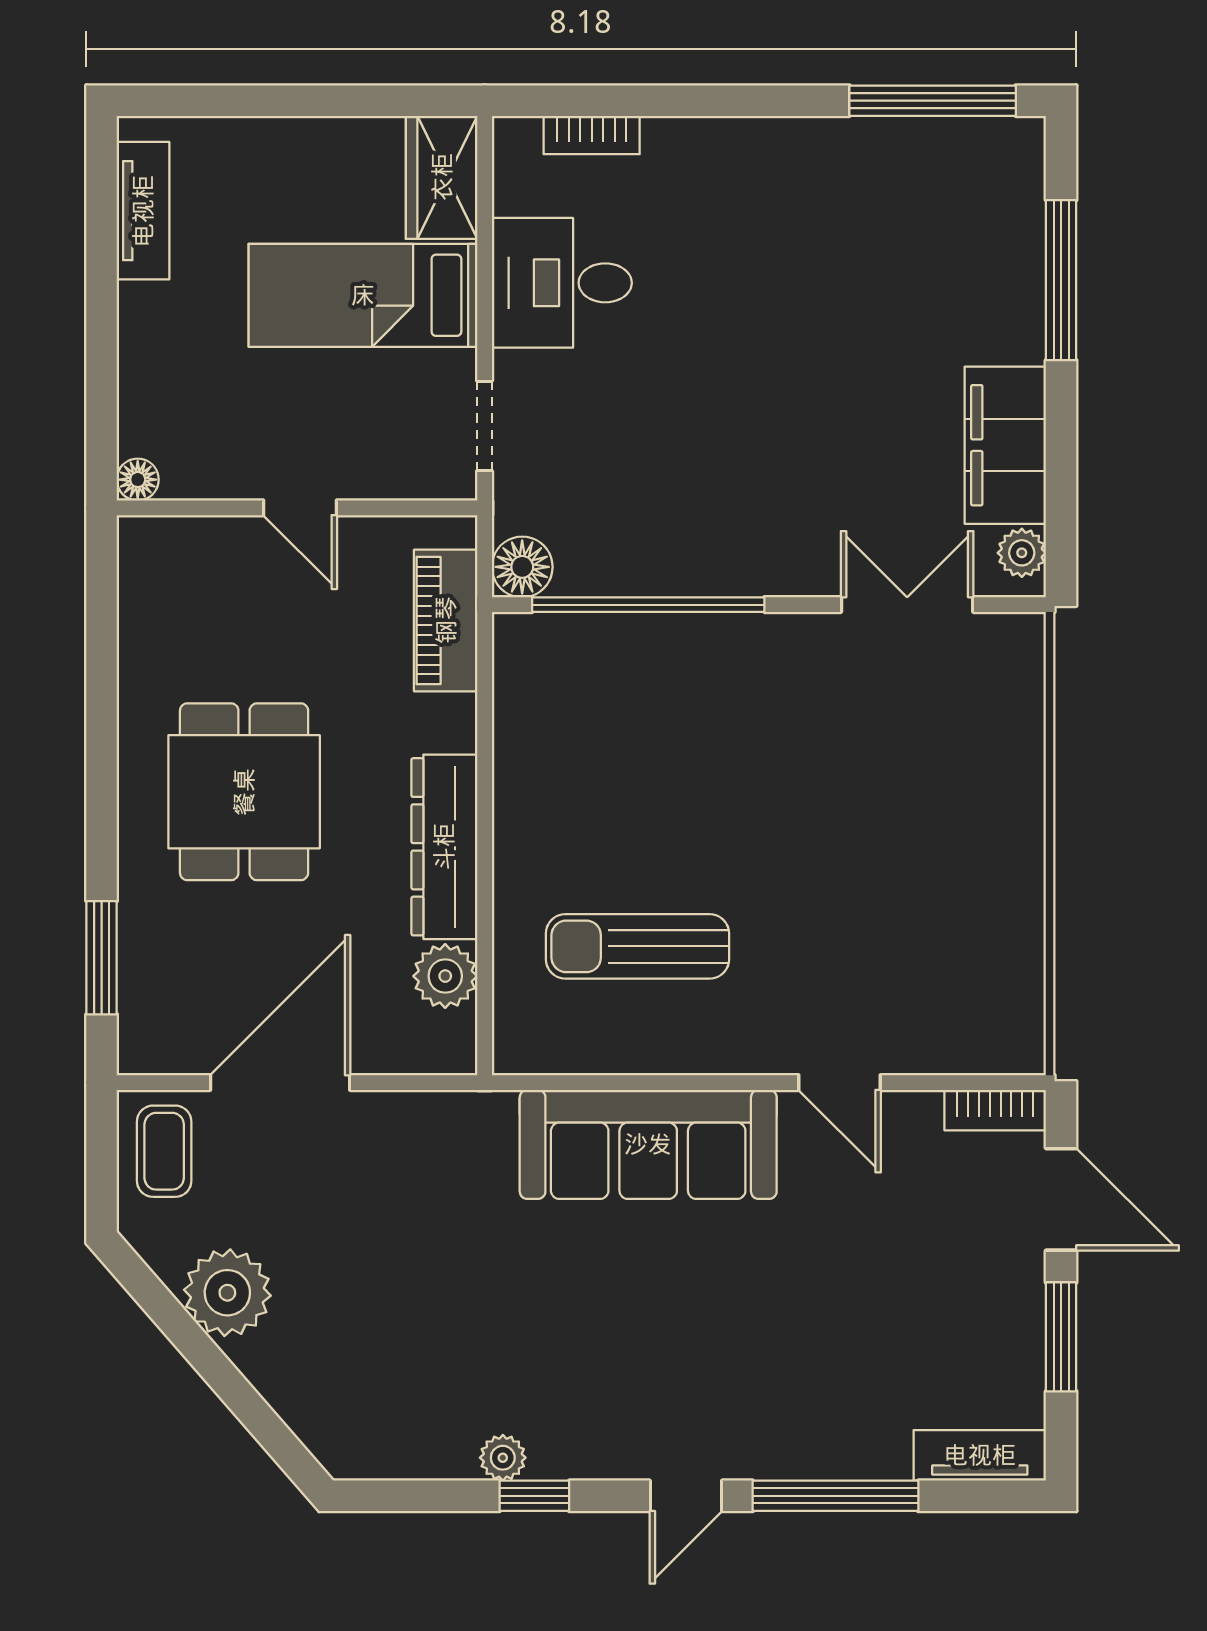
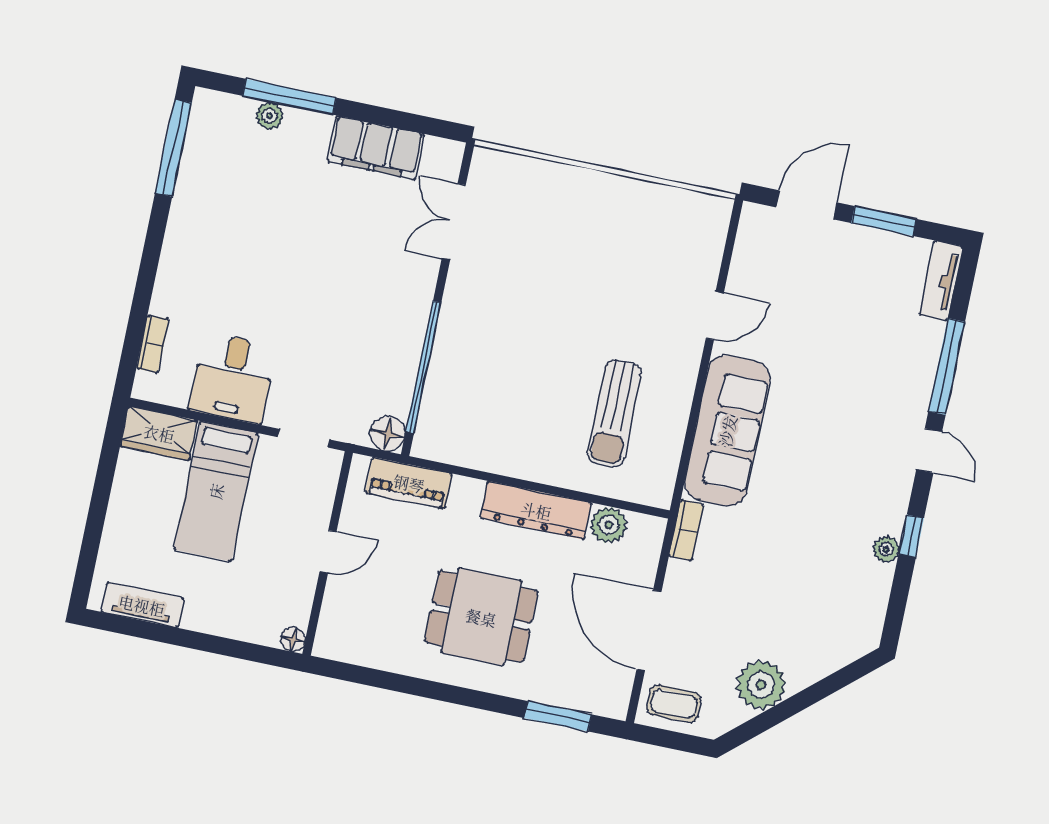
plant: (1022, 553) -> (269, 116), moved
bookcase: (995, 1110) -> (686, 530), moved

